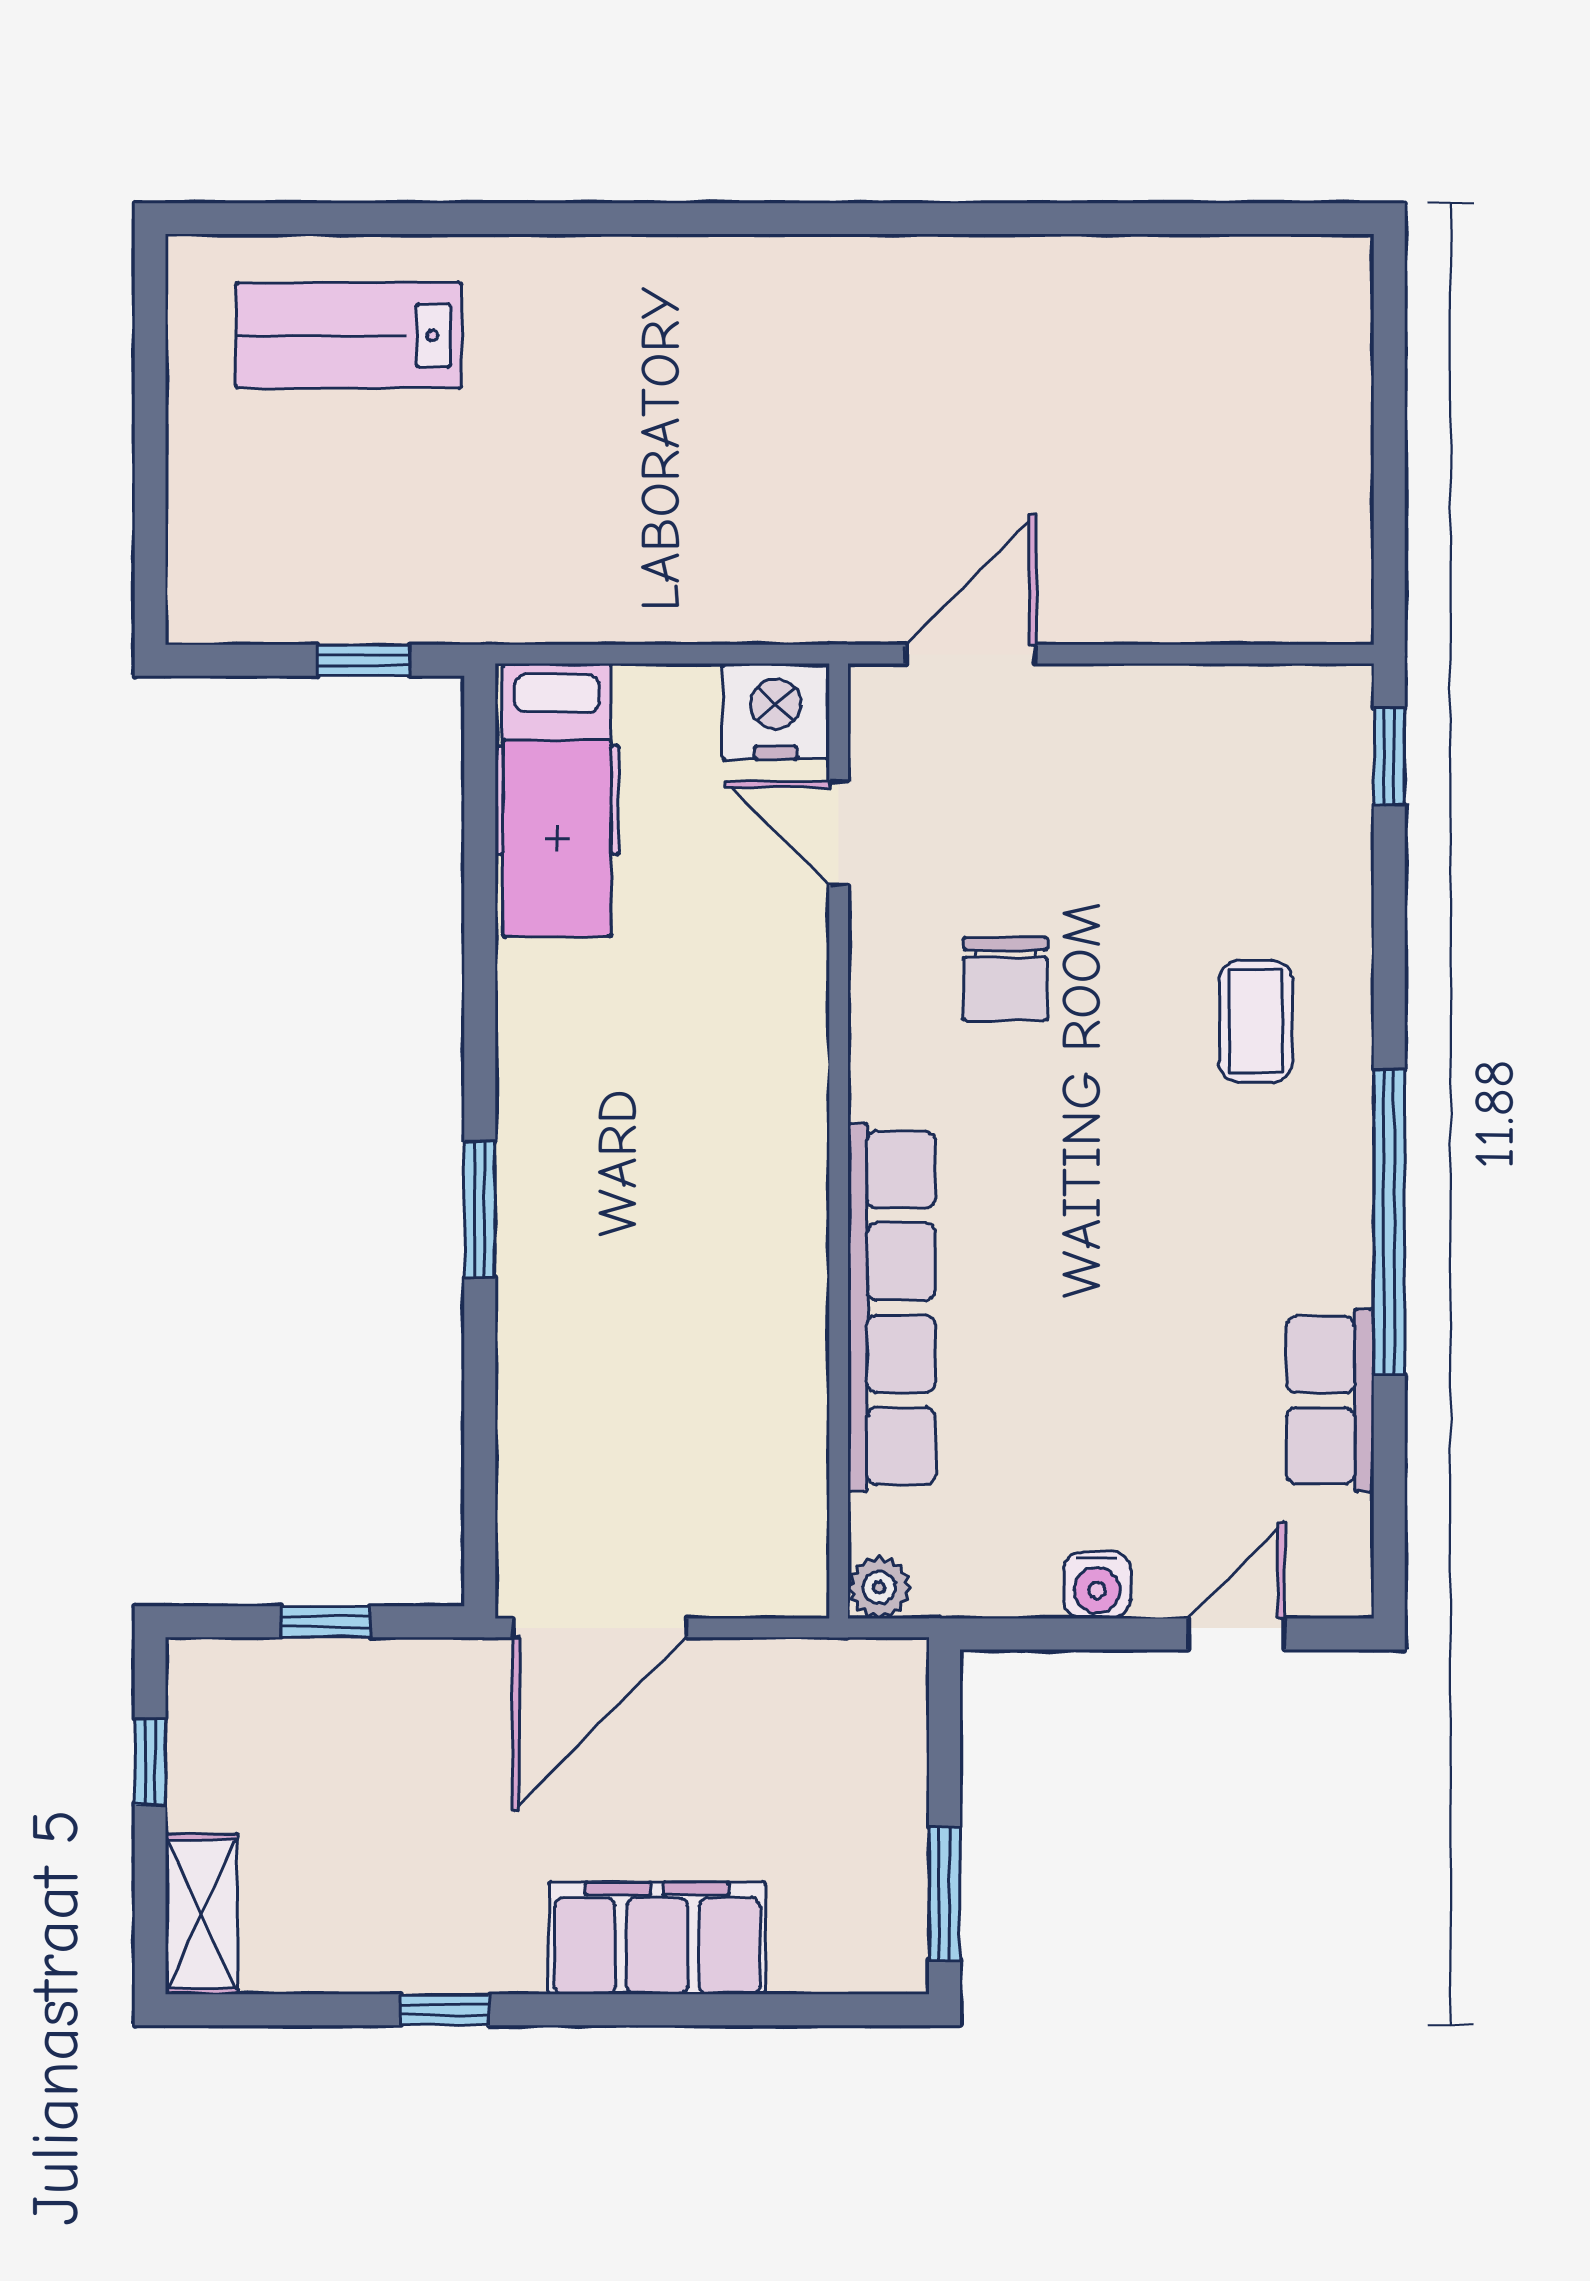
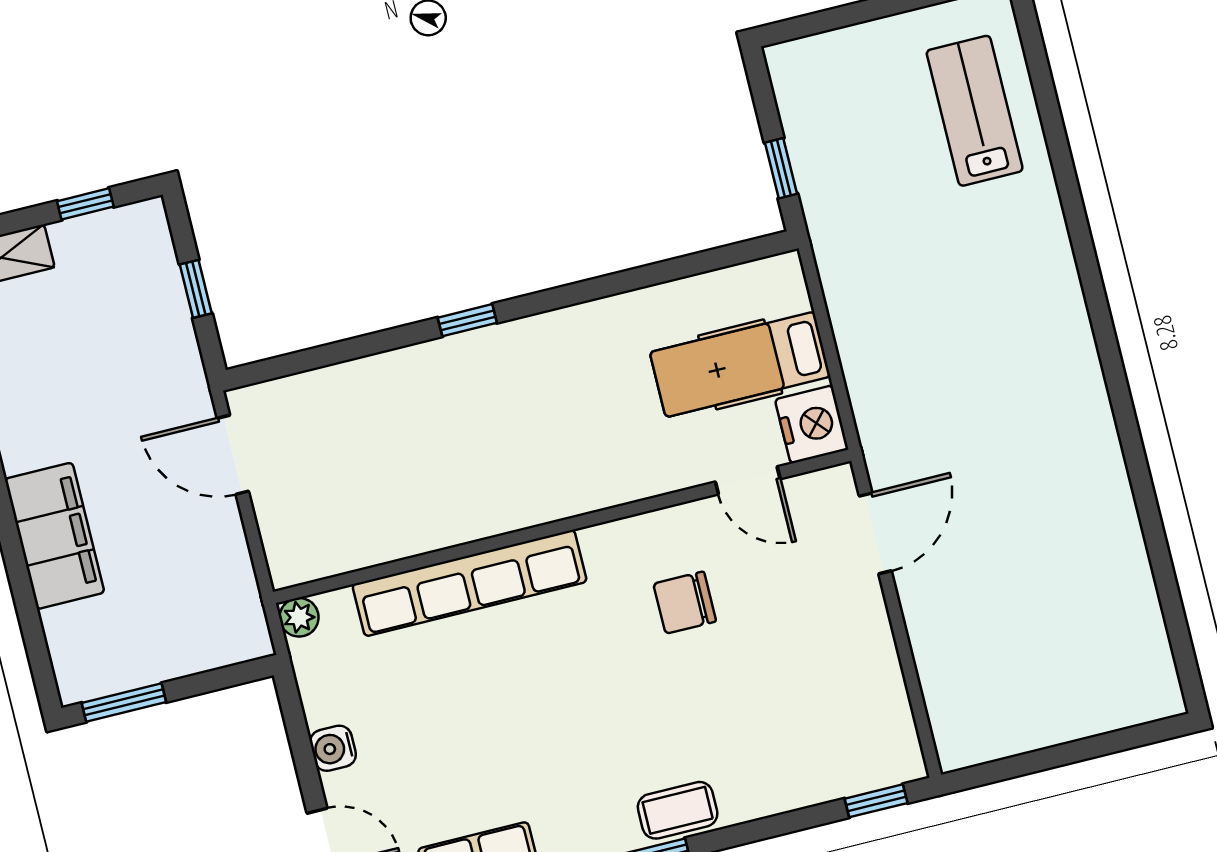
door: (971, 654) -> (875, 533), hinge flipped
hospital bed: (557, 800) -> (740, 364), moved
door: (839, 833) -> (748, 480), swing flipped
coffee table: (1256, 1021) -> (678, 810), moved
window: (480, 1209) -> (467, 320), width x0.67
door: (599, 1628) -> (233, 455), width x0.73

